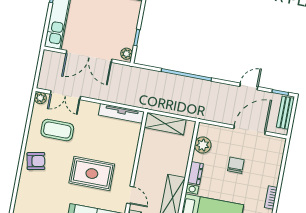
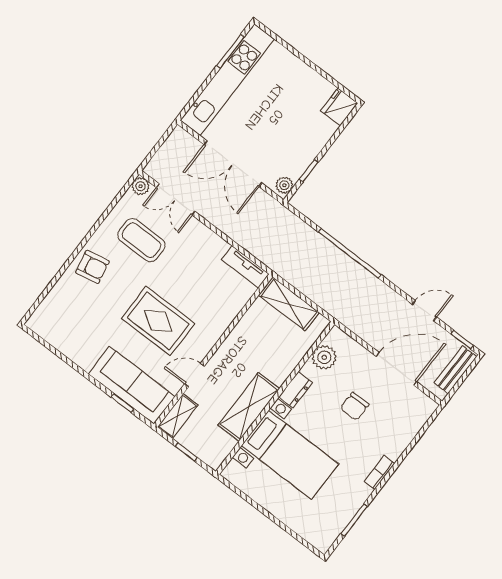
tv unit: (121, 113) -> (245, 267), width x0.71
chair: (236, 165) -> (355, 406), turned 180
door: (130, 195) -> (195, 375), swing flipped

